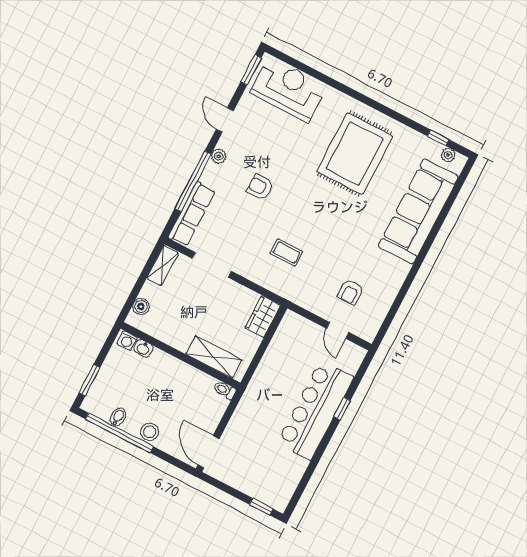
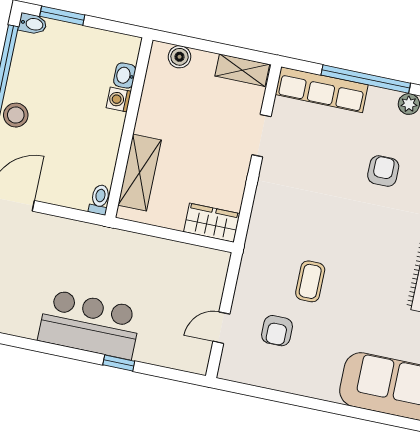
coffee table: (286, 252) -> (310, 281), moved
doorway: (212, 265) -> (261, 136), width x0.73
armchair: (351, 292) -> (277, 331), turned -90
washing machine: (127, 341) -> (119, 100), moved
bar counter: (315, 410) -> (90, 324), width x0.73
bidet: (118, 417) -> (33, 24), moved

